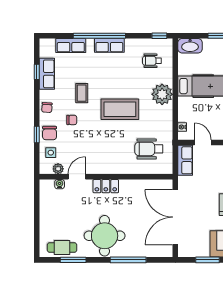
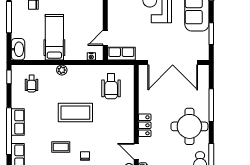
plant: (162, 94) -> (62, 70), width x0.53, depth x0.53
coffee table: (120, 109) -> (75, 113), turned 90

